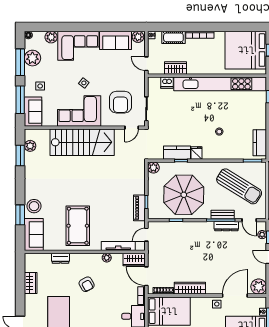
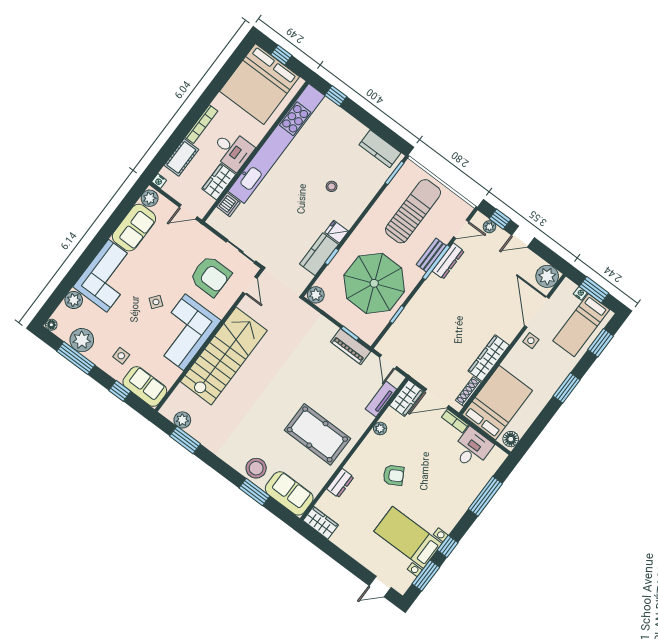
desk: (198, 62) -> (232, 150), added
window: (20, 100) -> (120, 391), width x0.46
sun lounger: (239, 186) -> (413, 211), turned -32
tv unit: (118, 246) -> (381, 399), width x0.71
wardrobe: (31, 283) -> (321, 523), moved

